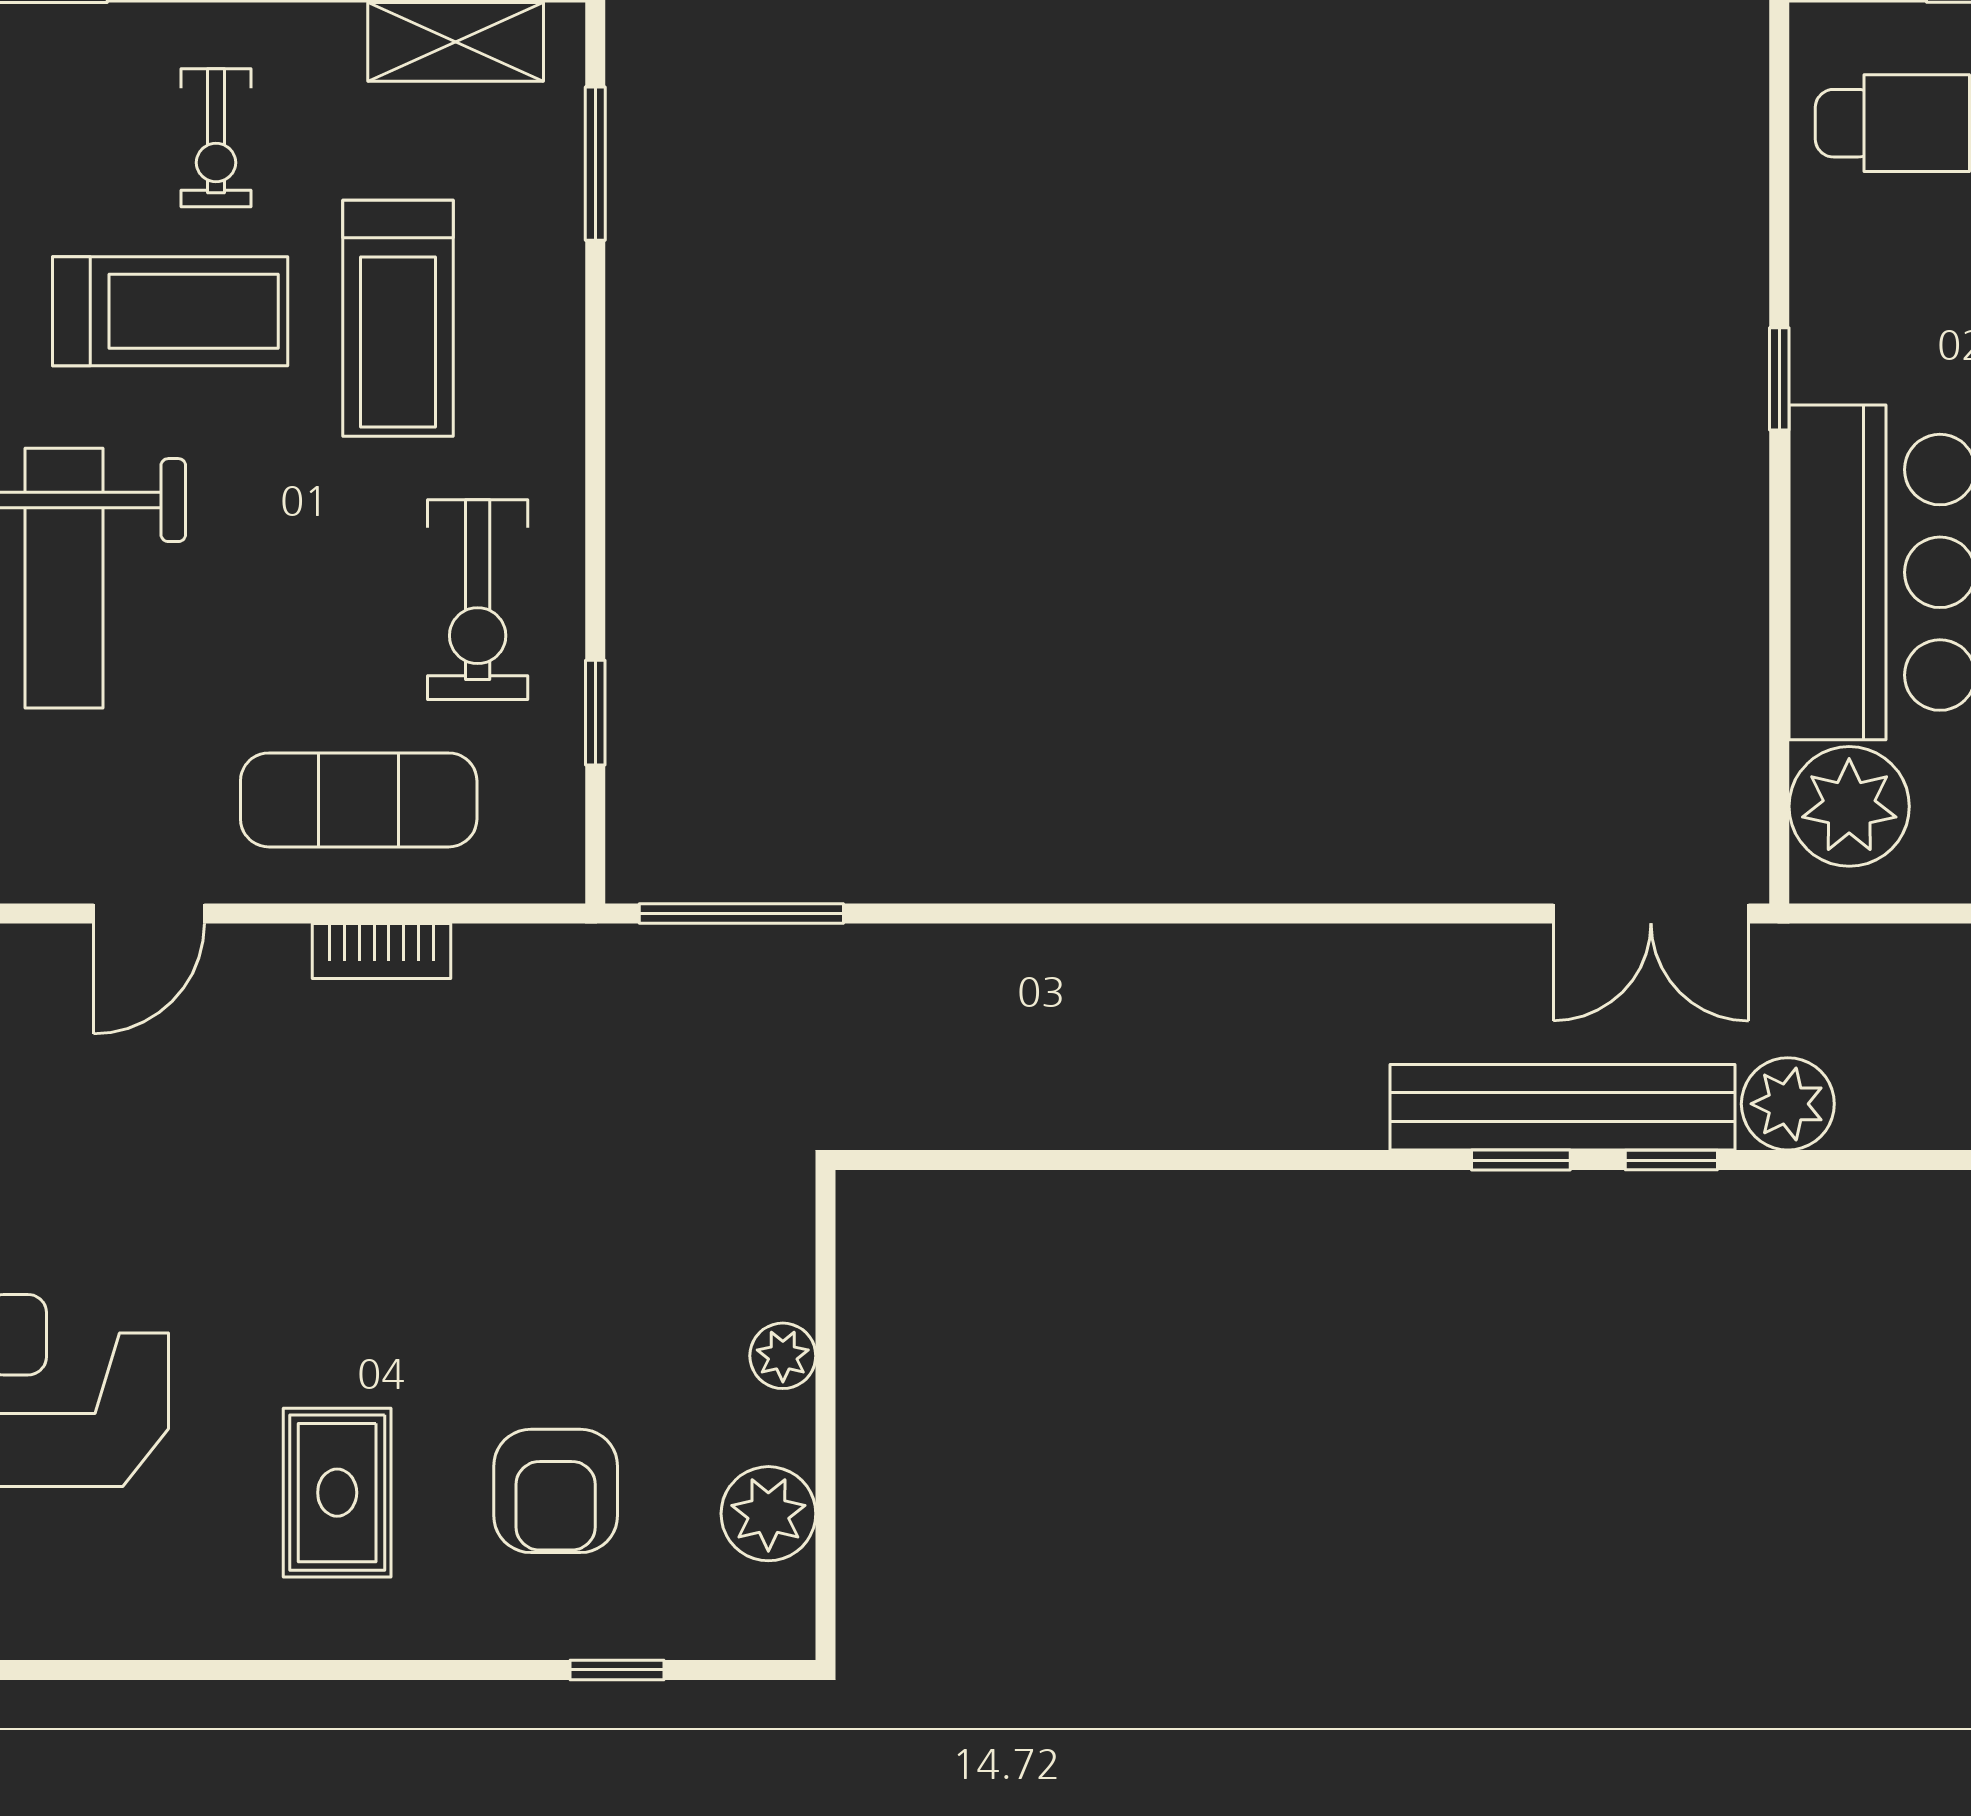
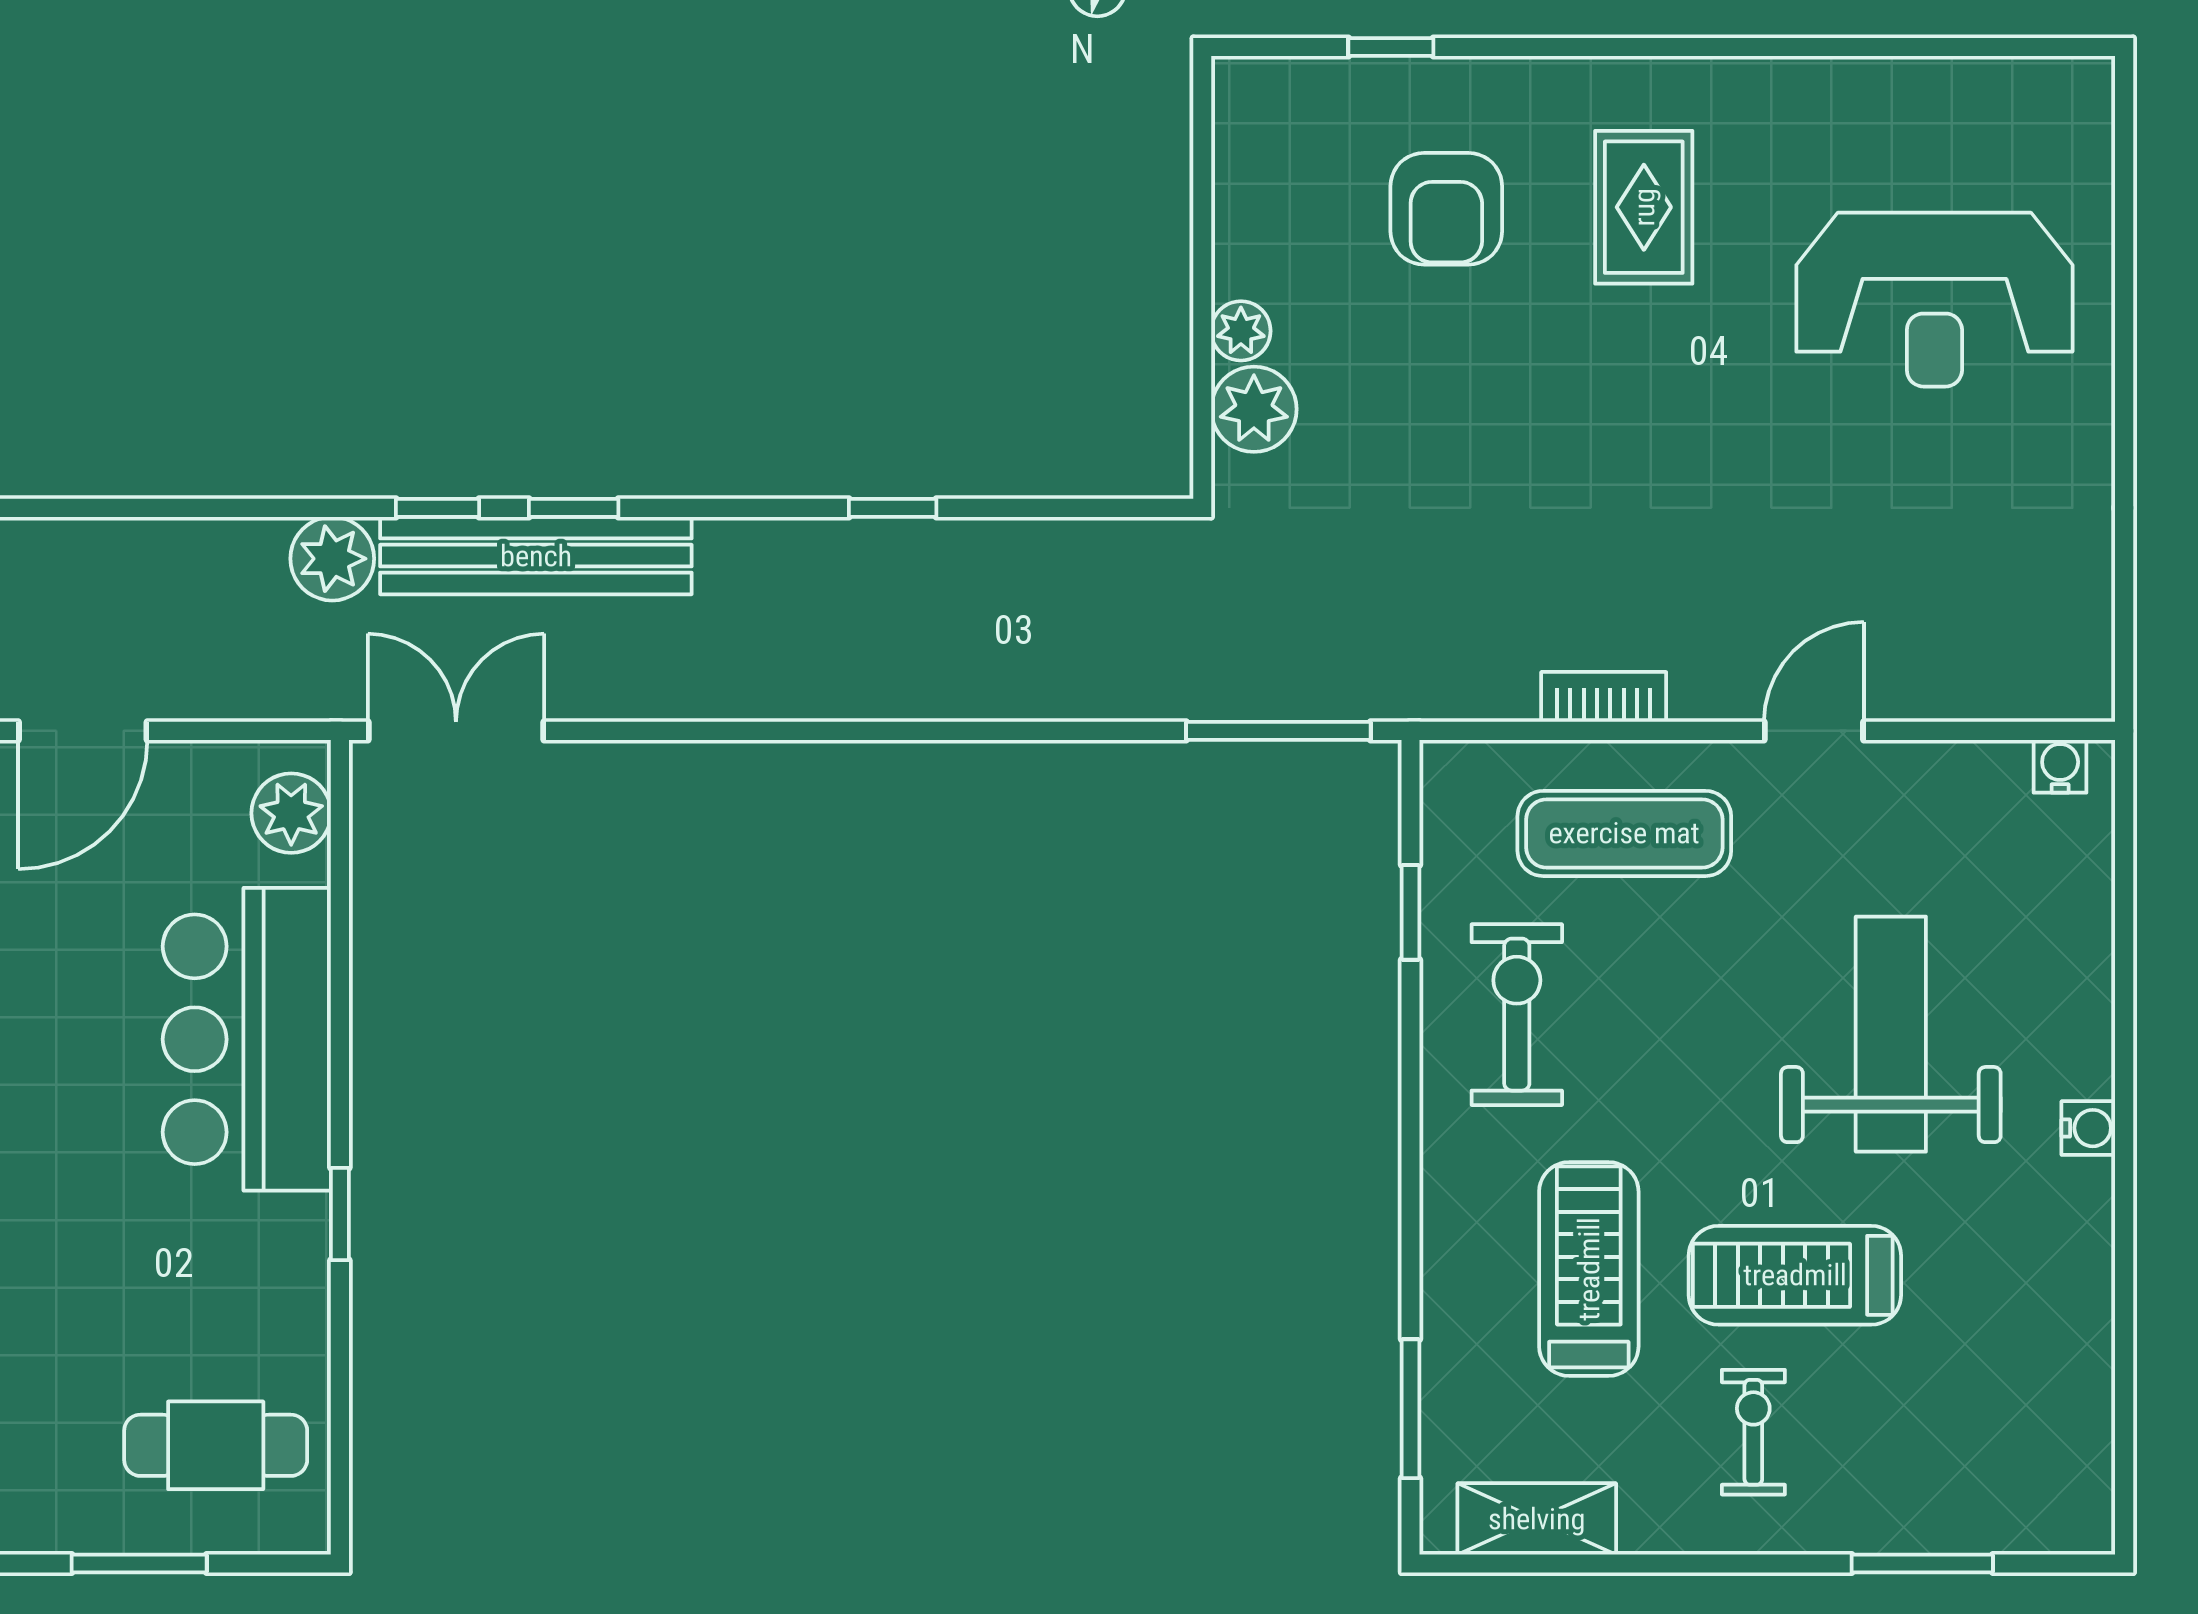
plant: (1849, 806) -> (291, 813), width x0.73, depth x0.73
window: (1168, 1160) -> (893, 508), added
armchair: (556, 1491) -> (1446, 209), turned 180
plant: (768, 1514) -> (1254, 409), moved

